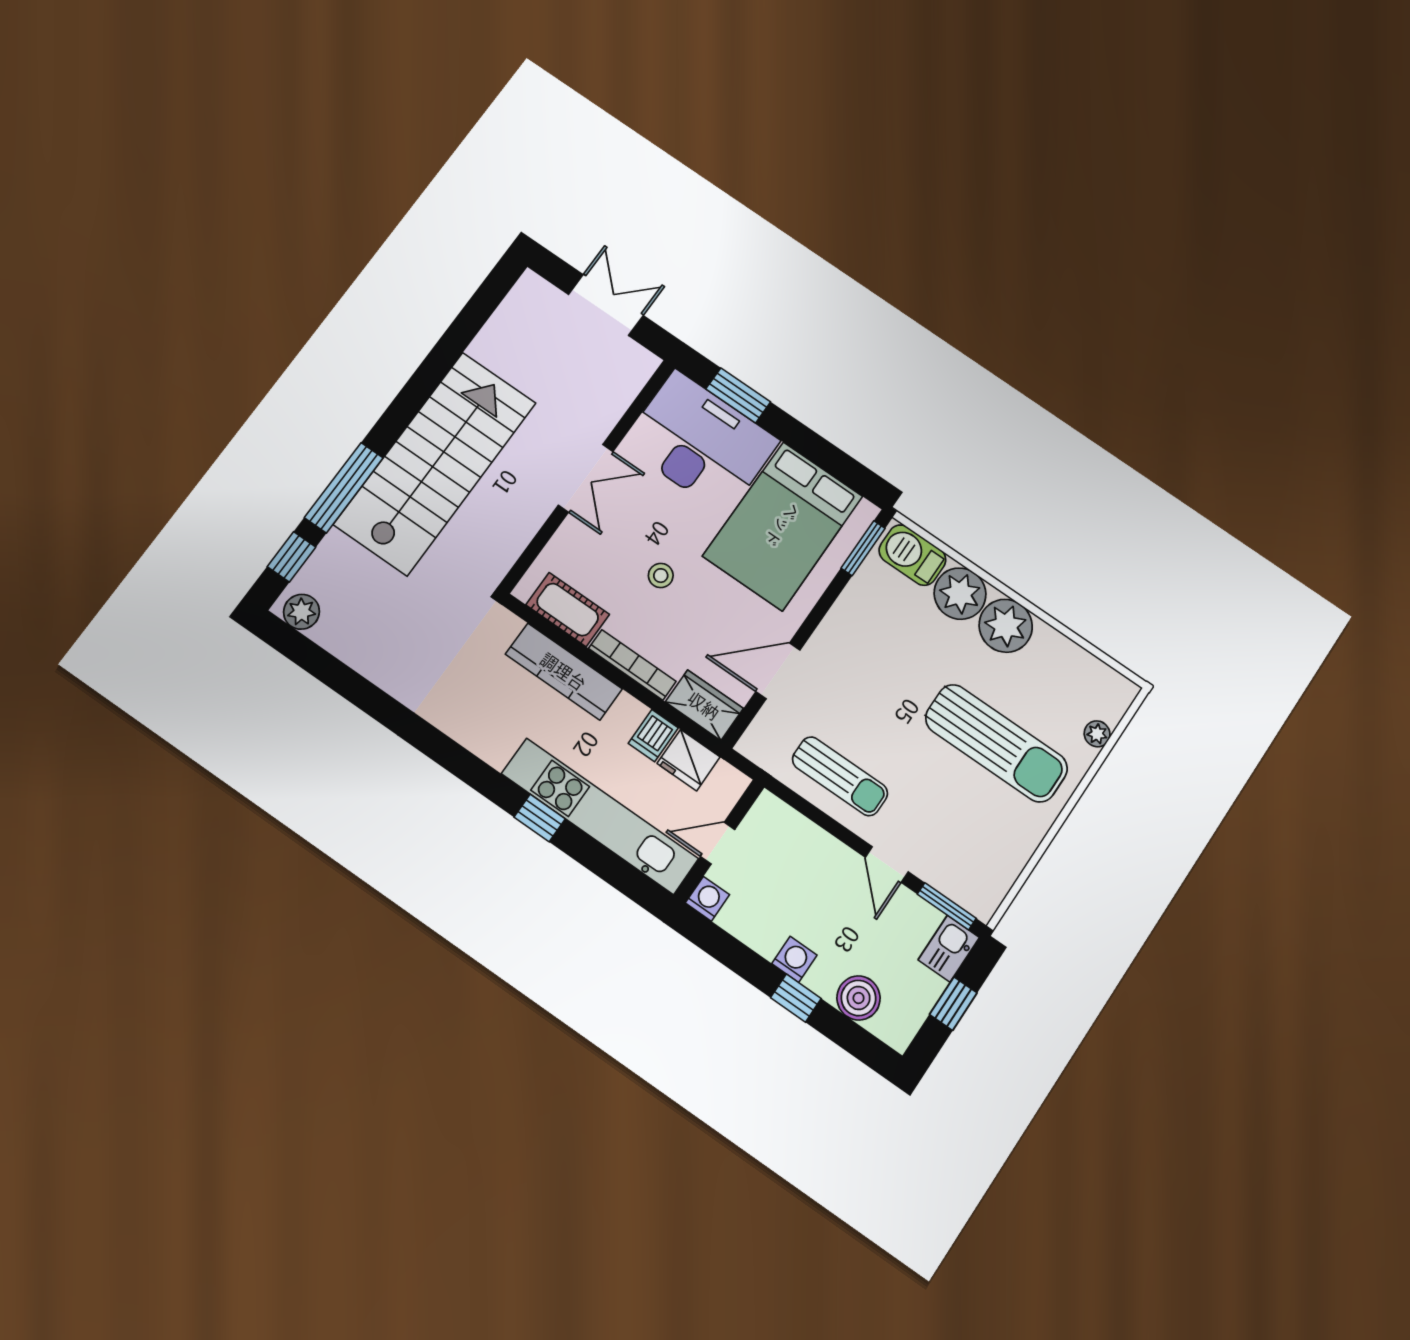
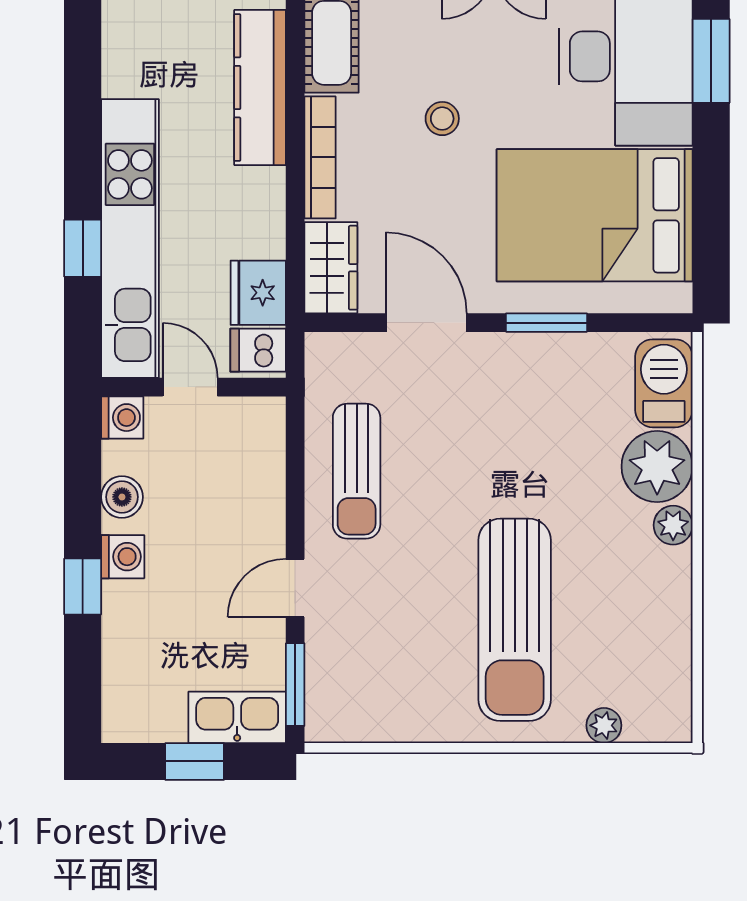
window: (863, 548) -> (546, 323), moved
plant: (1006, 626) -> (673, 525), width x0.53, depth x0.53
dishwasher: (653, 736) -> (258, 350), moved
window: (540, 818) -> (83, 248), moved
kitchen sink: (949, 949) -> (237, 717), width x1.38
boiler: (859, 998) -> (122, 497), moved, width x0.73, depth x0.73

